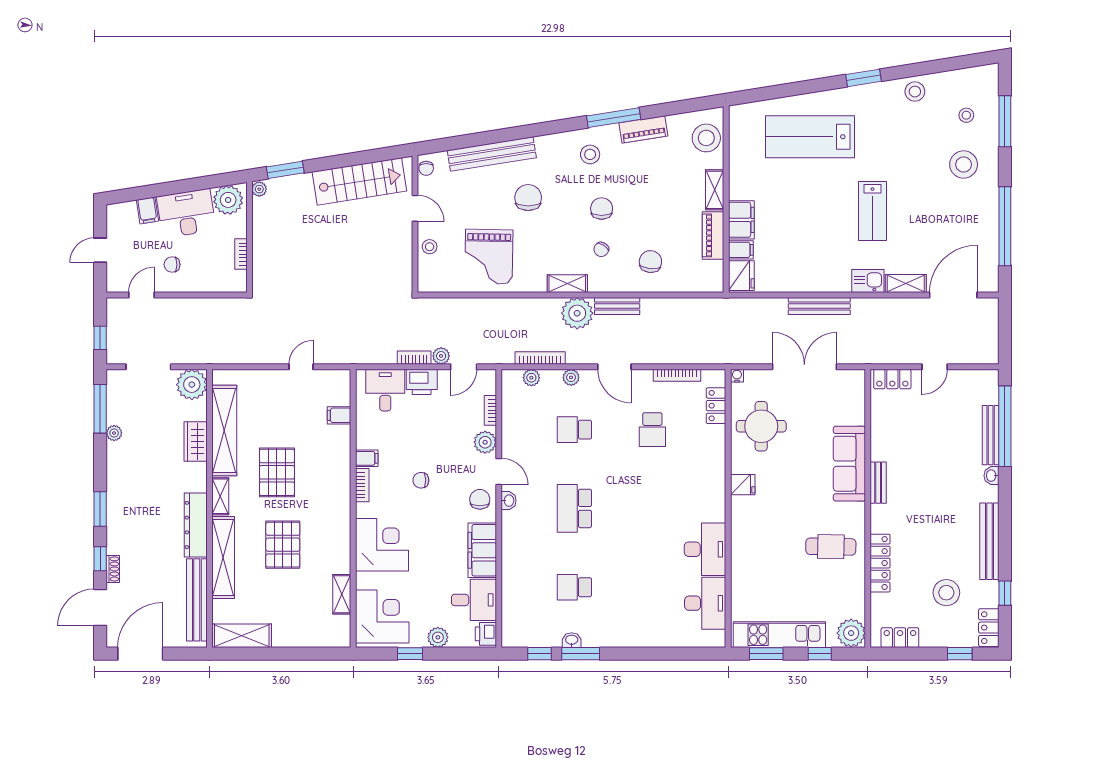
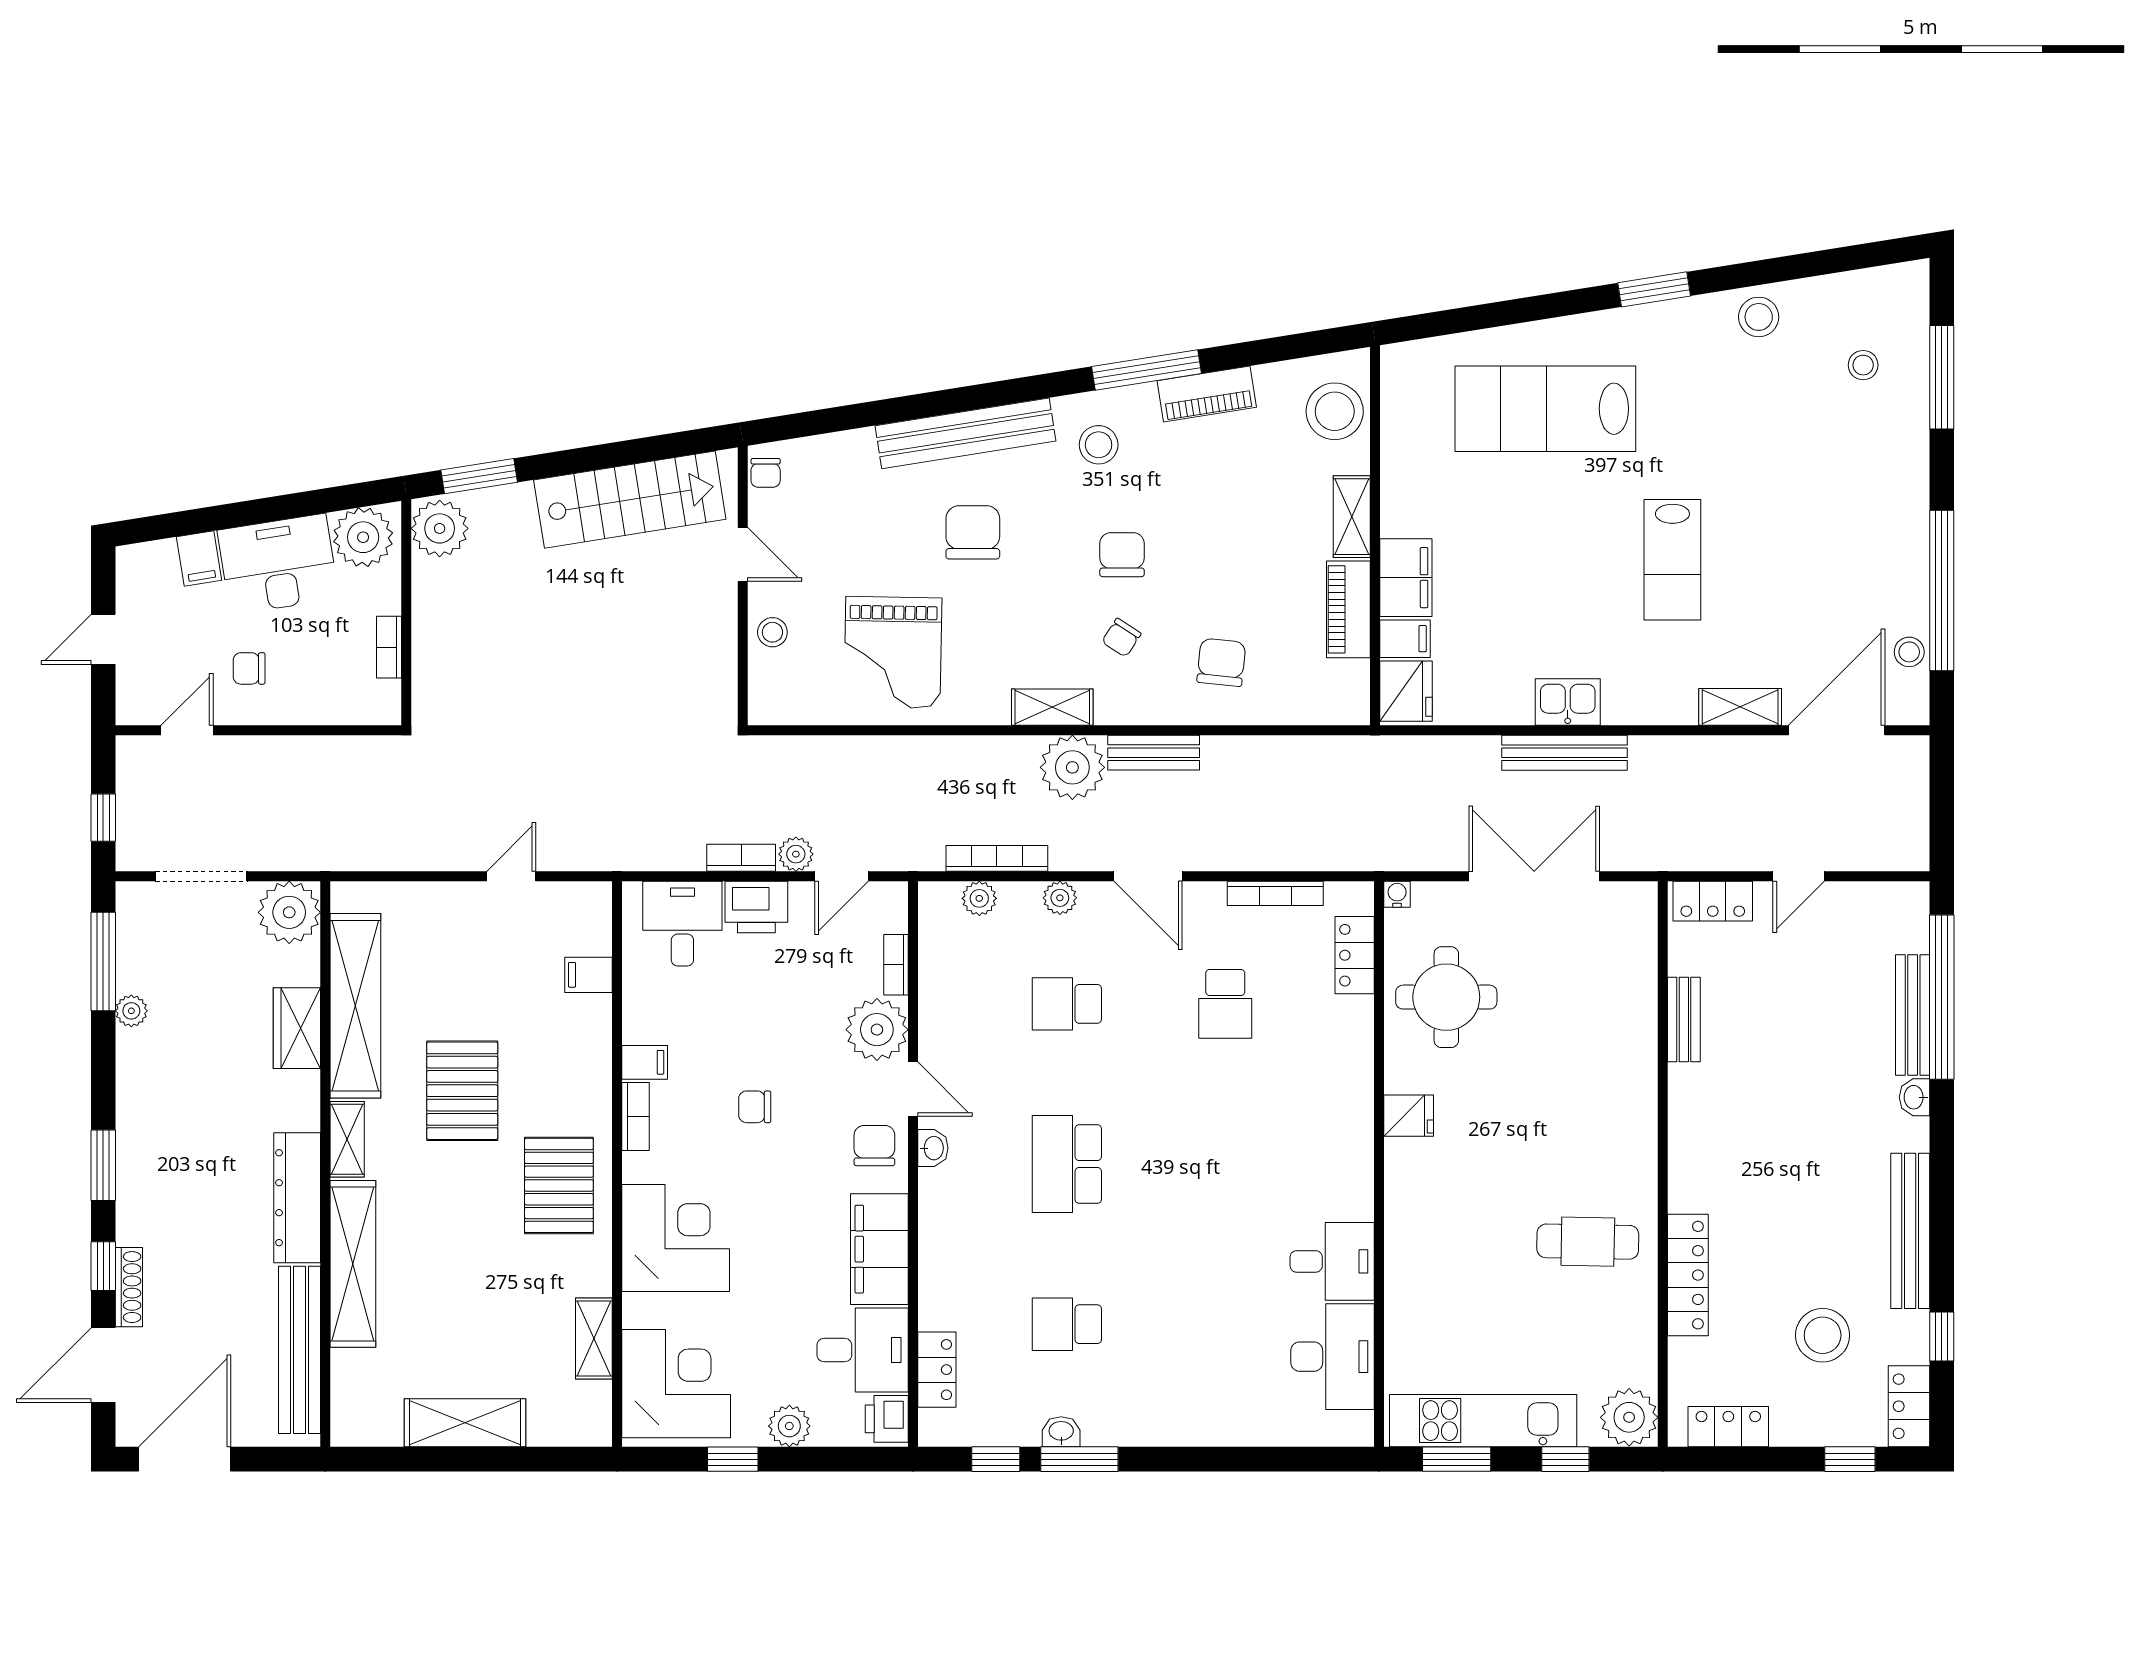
bench: (492, 154) -> (965, 433), moved
stool: (964, 165) -> (1909, 652), moved, width x0.53, depth x0.53
plant: (259, 189) -> (440, 528), width x1.87, depth x1.87
kitchen sink: (868, 281) -> (1568, 702), moved
plant: (485, 442) -> (877, 1030), width x1.36, depth x1.36
sofa: (849, 464) -> (1626, 1073), removed
bench: (878, 483) -> (1684, 1020), moved
pallet: (283, 545) -> (559, 1185), moved
desk: (705, 549) -> (1332, 1261), width x0.73
shoe rack: (113, 569) -> (129, 1287), width x1.43
locker: (511, 610) -> (937, 1370), added
shelving: (242, 636) -> (465, 1423), moved

